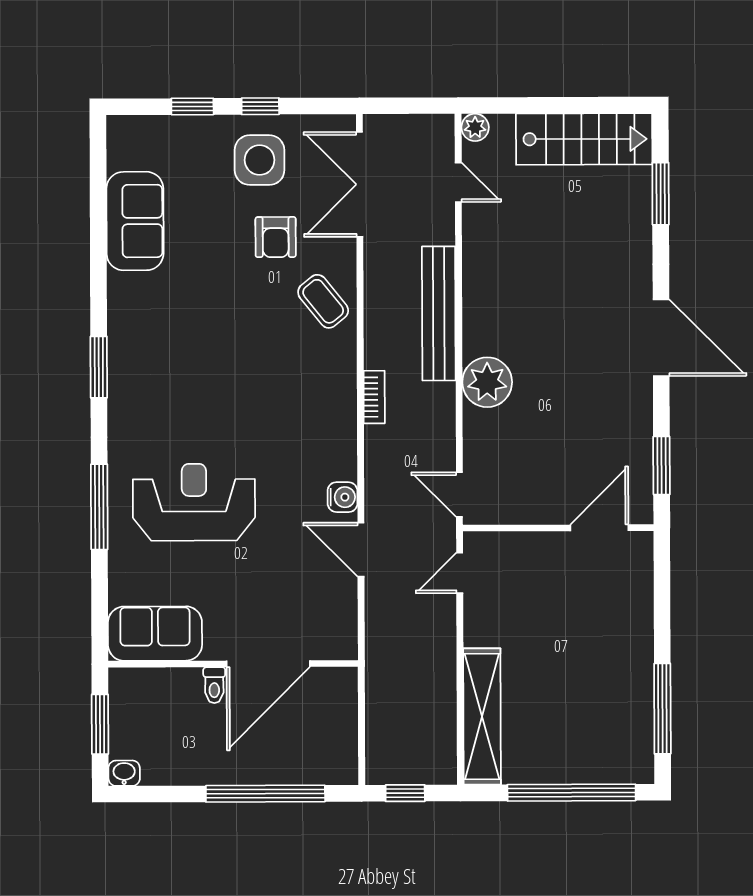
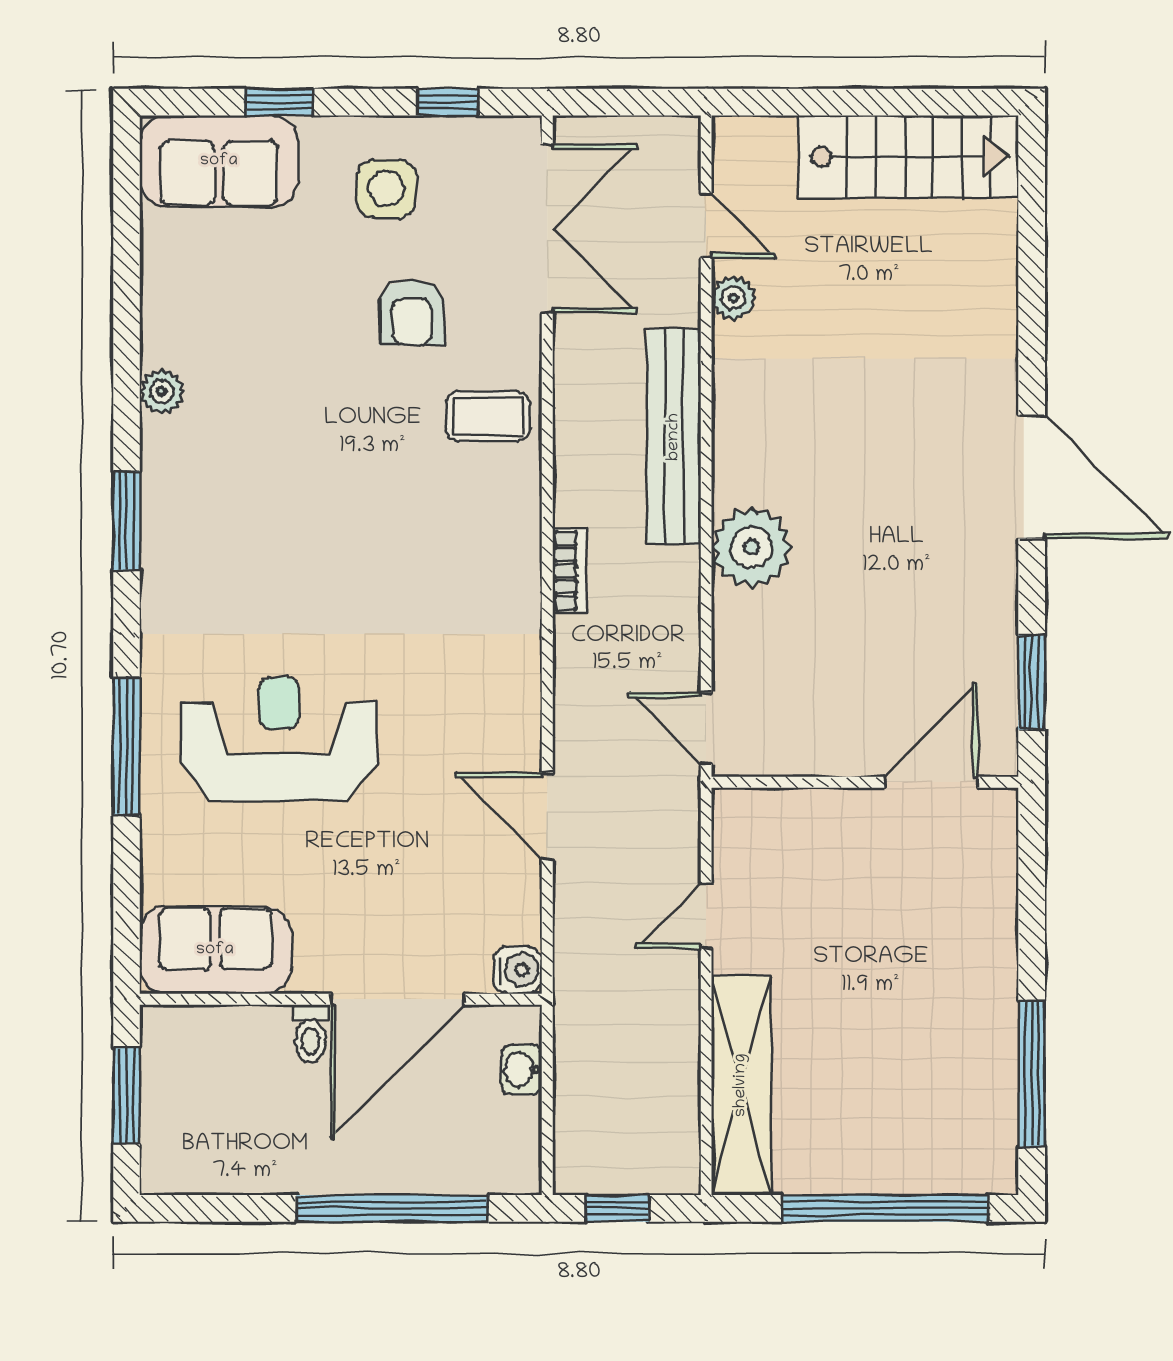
window: (260, 106) -> (448, 102), moved
plant: (475, 127) -> (733, 298), moved
side table: (260, 160) -> (386, 189), width x0.73, depth x0.73
double door: (360, 184) -> (547, 228), swing flipped
window: (661, 194) -> (1032, 245), removed
sofa: (135, 221) -> (219, 161), moved, turned 90
plant: (120, 287) -> (162, 392), added
coffee table: (323, 301) -> (488, 416), turned -51
water cooler: (342, 497) -> (518, 970), moved
door: (460, 573) -> (706, 916), moved
washbasin: (124, 773) -> (522, 1069), moved, turned -90

